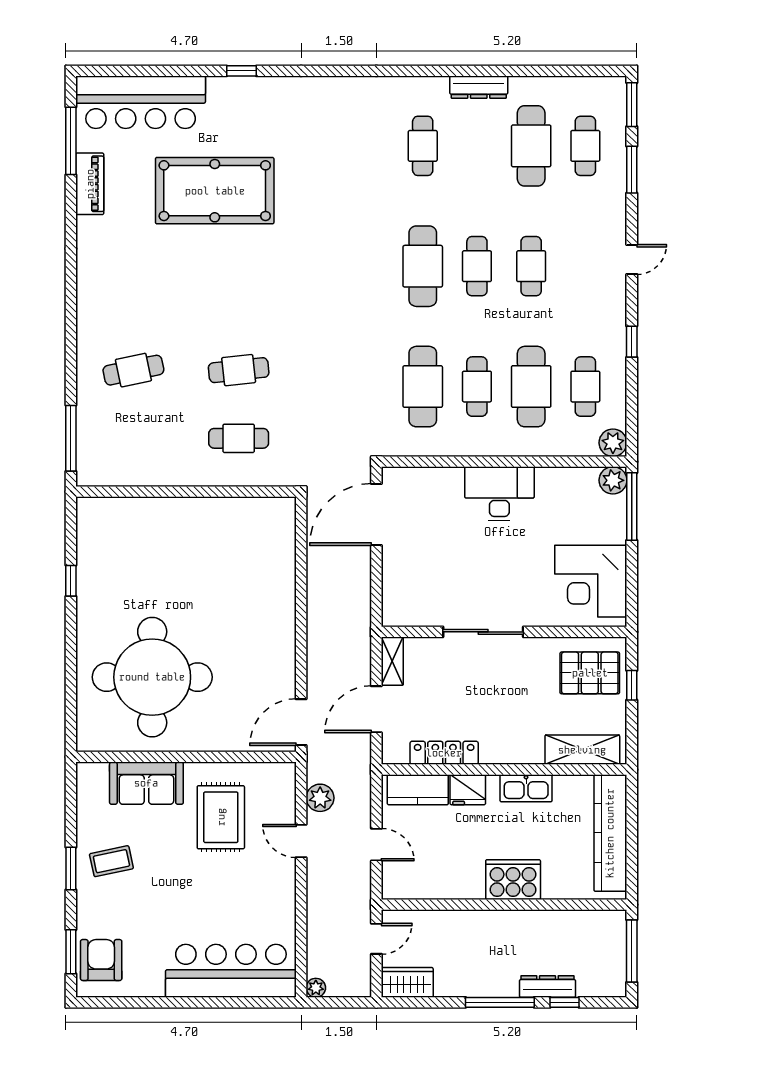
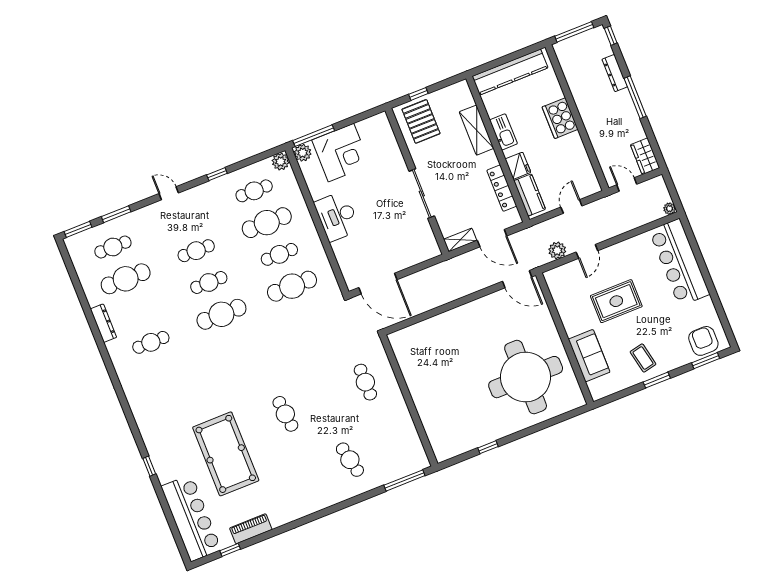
window: (71, 141) -> (230, 550), width x0.46
cafe table: (239, 370) -> (285, 414), moved
corner desk: (591, 581) -> (341, 153), moved
shelving: (582, 750) -> (477, 130), moved
rug: (221, 817) -> (616, 301), moved
armchair: (101, 960) -> (703, 341), turned 90
window: (564, 1002) -> (611, 36), moved

